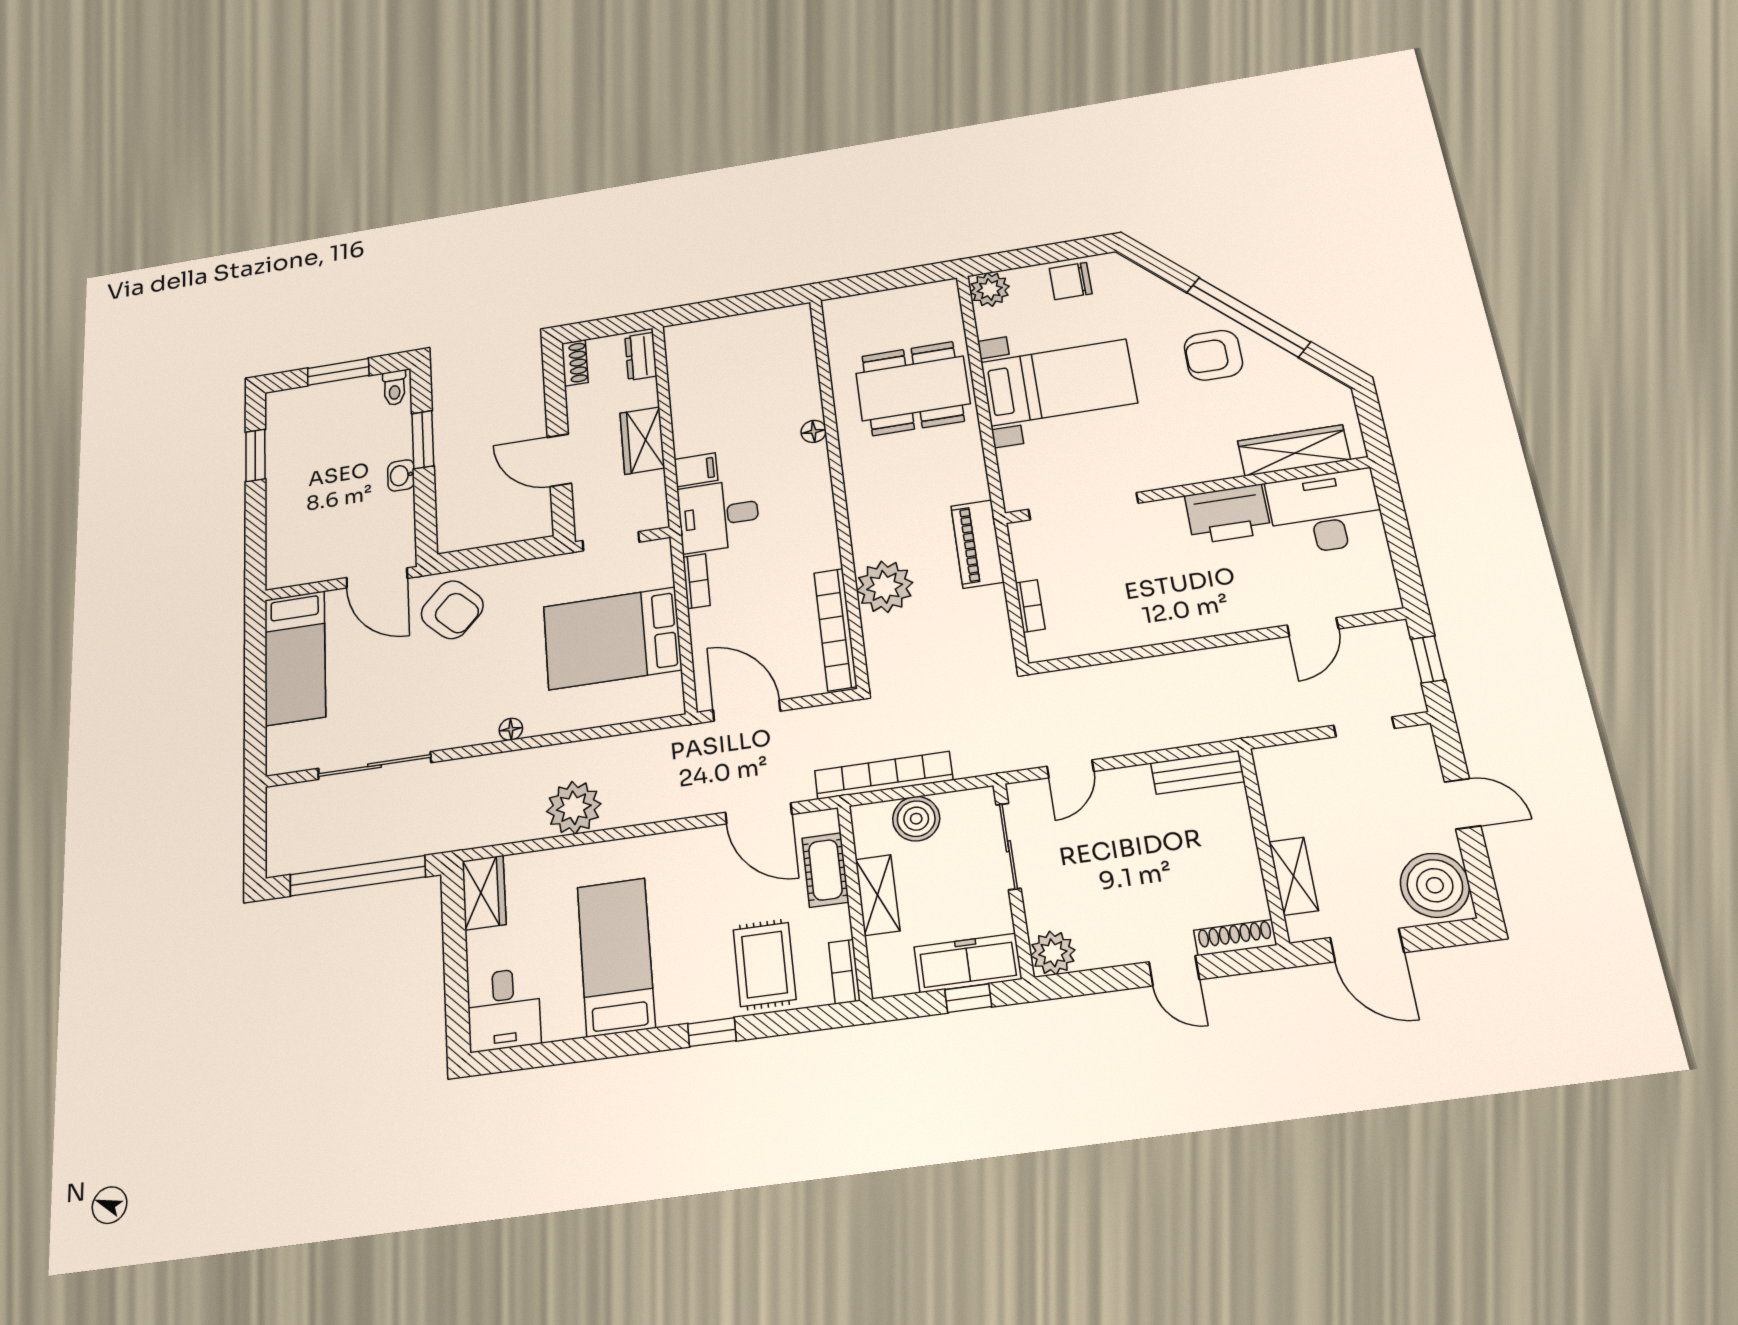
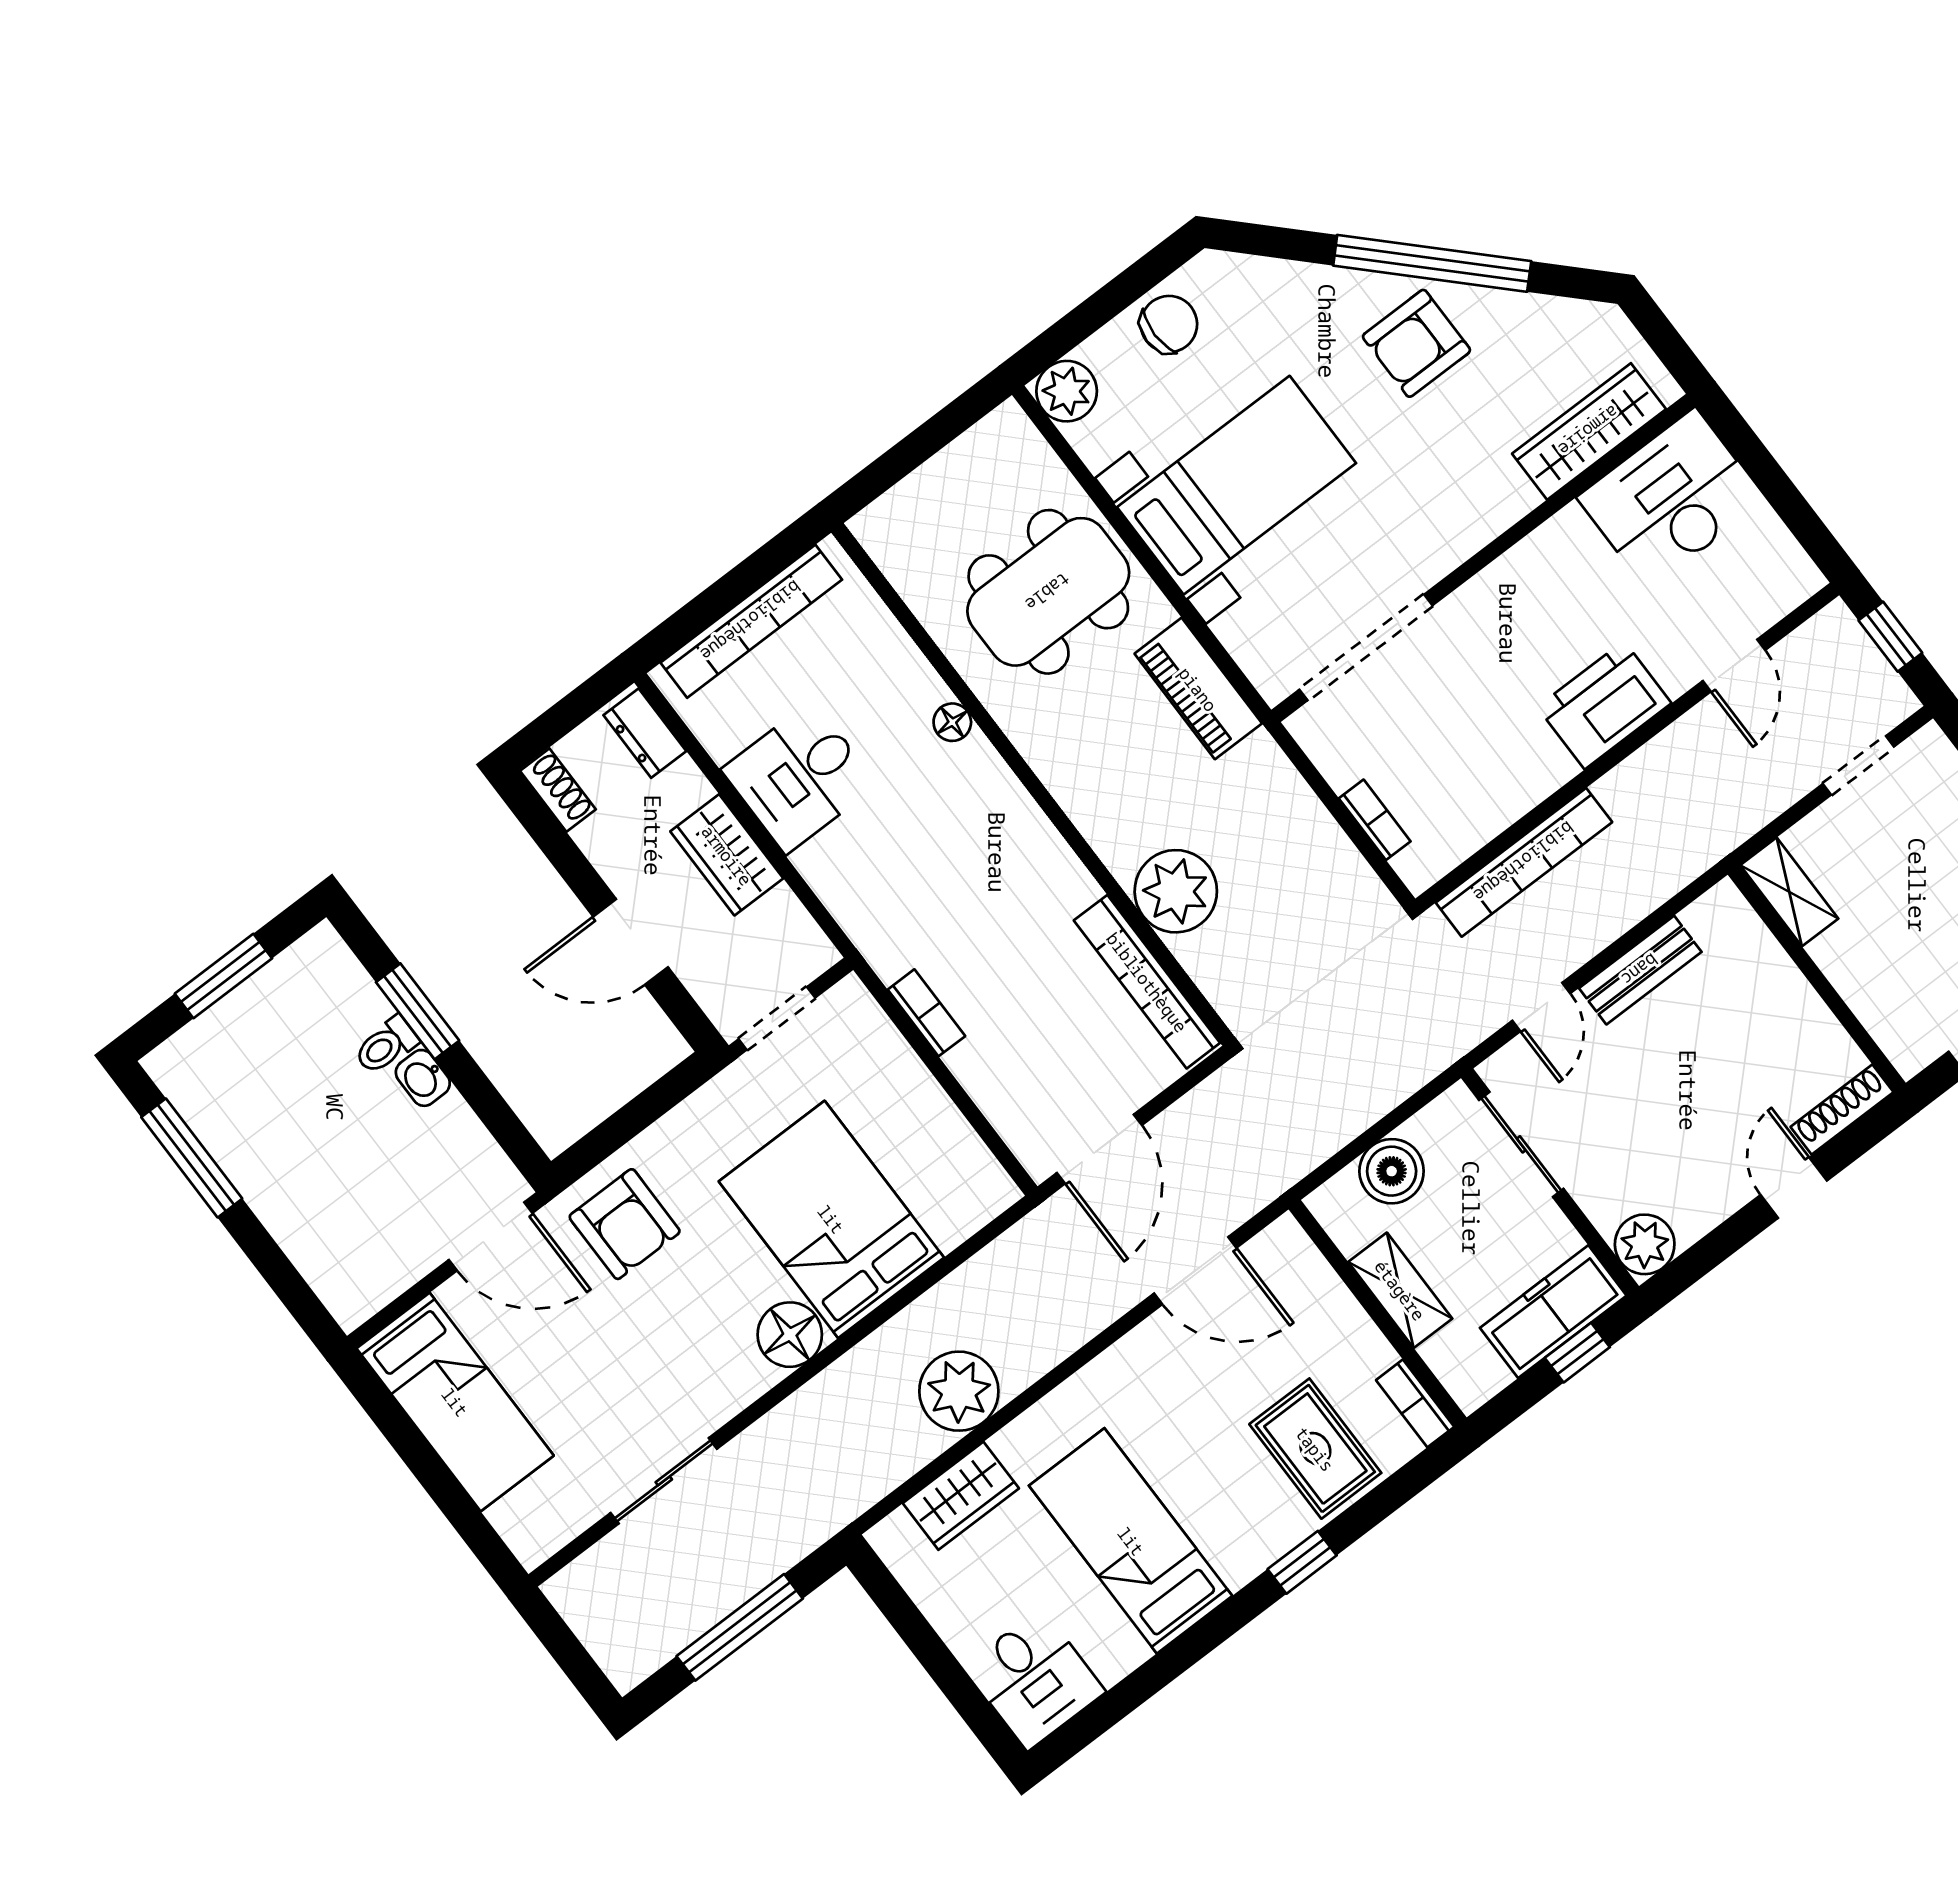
chair: (1071, 281) -> (1169, 324), turned 180
bookcase: (737, 327) -> (751, 621), added
toilet: (394, 388) -> (386, 1045), moved, turned 90
window: (255, 455) -> (192, 1158), width x1.44
filing cabinet: (696, 470) -> (827, 859), removed
printer: (1228, 514) -> (1604, 705), moved, turned 180
desk: (718, 516) -> (799, 777), moved
piano: (977, 544) -> (1198, 689), moved
armchair: (452, 610) -> (625, 1224), turned 46
bed: (612, 638) -> (831, 1219), moved, turned 90
door: (747, 711) -> (1099, 1149), swing flipped
floor lamp: (511, 729) -> (790, 1335), width x1.89, depth x1.89
sliding door: (374, 766) -> (664, 1481), width x0.73
bench: (1198, 772) -> (1640, 970), moved
bookcase: (884, 775) -> (1524, 862), moved, turned 180
cot: (825, 870) -> (1319, 1295), removed
window: (358, 876) -> (740, 1627), width x0.68
shelving: (1294, 876) -> (1789, 892), moved
wardrobe: (484, 893) -> (961, 1496), moved, turned 90
door: (1174, 971) -> (1794, 1188), swing flipped

